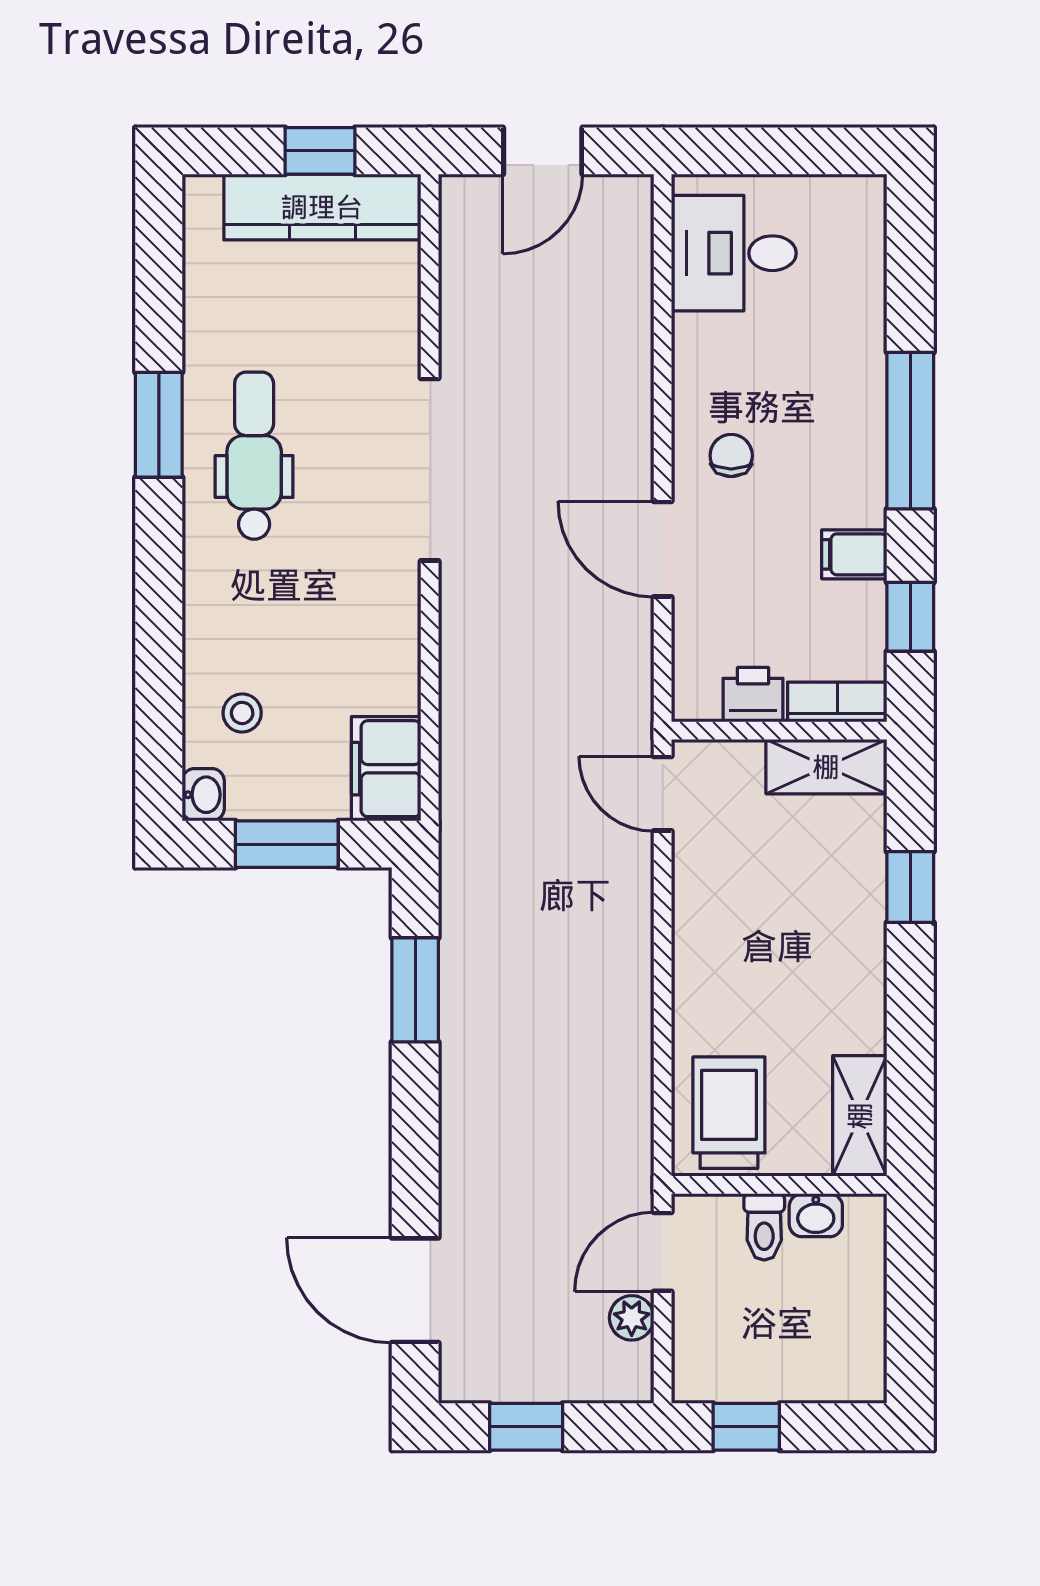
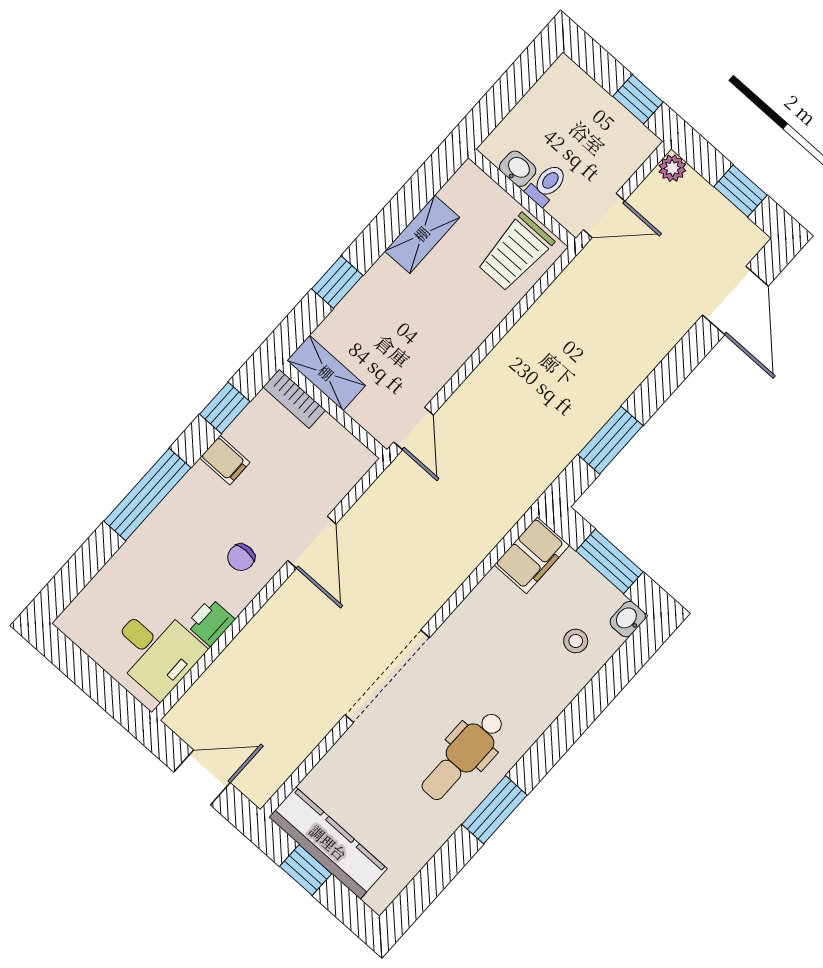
printer: (753, 695) -> (210, 622), moved, turned 90
shelving: (860, 1116) -> (422, 234), moved
plant: (632, 1318) -> (672, 168), moved

